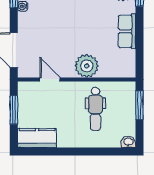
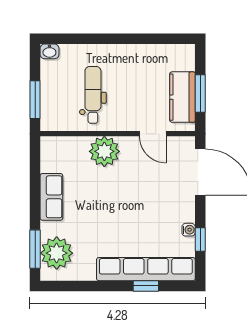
kitchen counter: (37, 138) -> (182, 97), moved, turned 90

